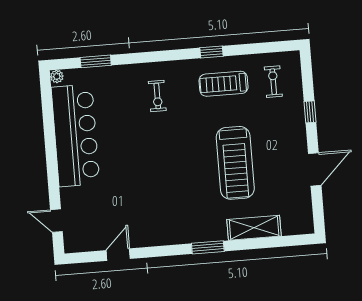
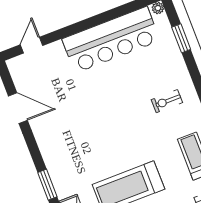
door: (118, 255) -> (18, 108), width x1.38

